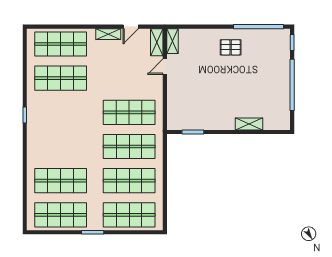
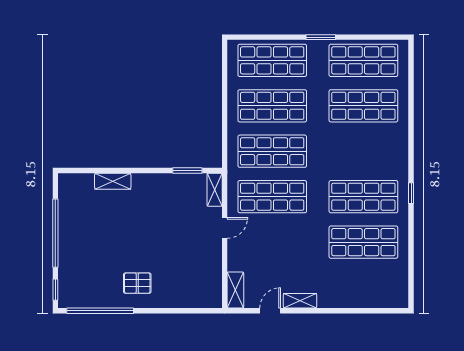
shelving: (172, 41) -> (215, 190), moved
shop shelf: (61, 44) -> (363, 197), moved
door: (165, 67) -> (225, 228), moved

